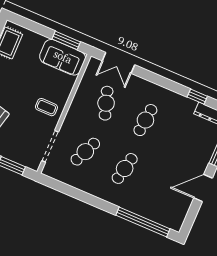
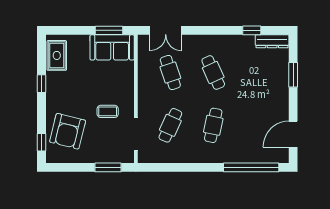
coffee table: (46, 107) -> (108, 111), moved
cafe table: (145, 120) -> (213, 73), turned -30
door: (203, 188) -> (293, 134), moved

